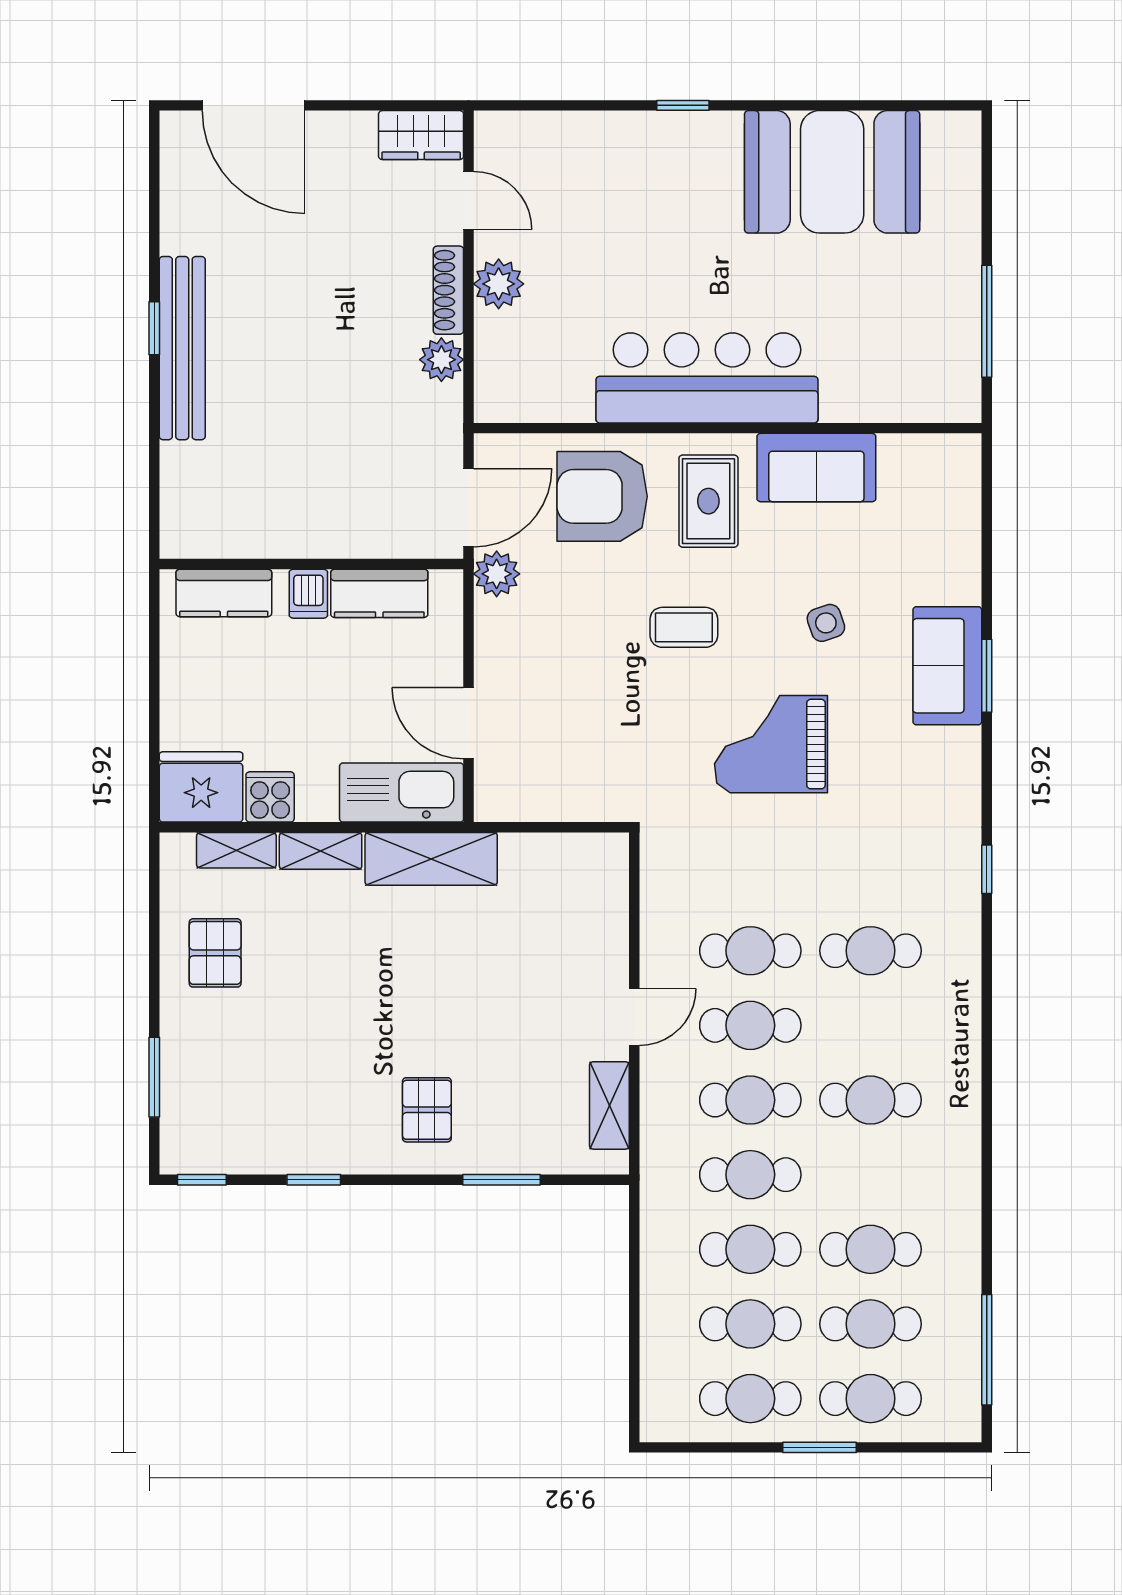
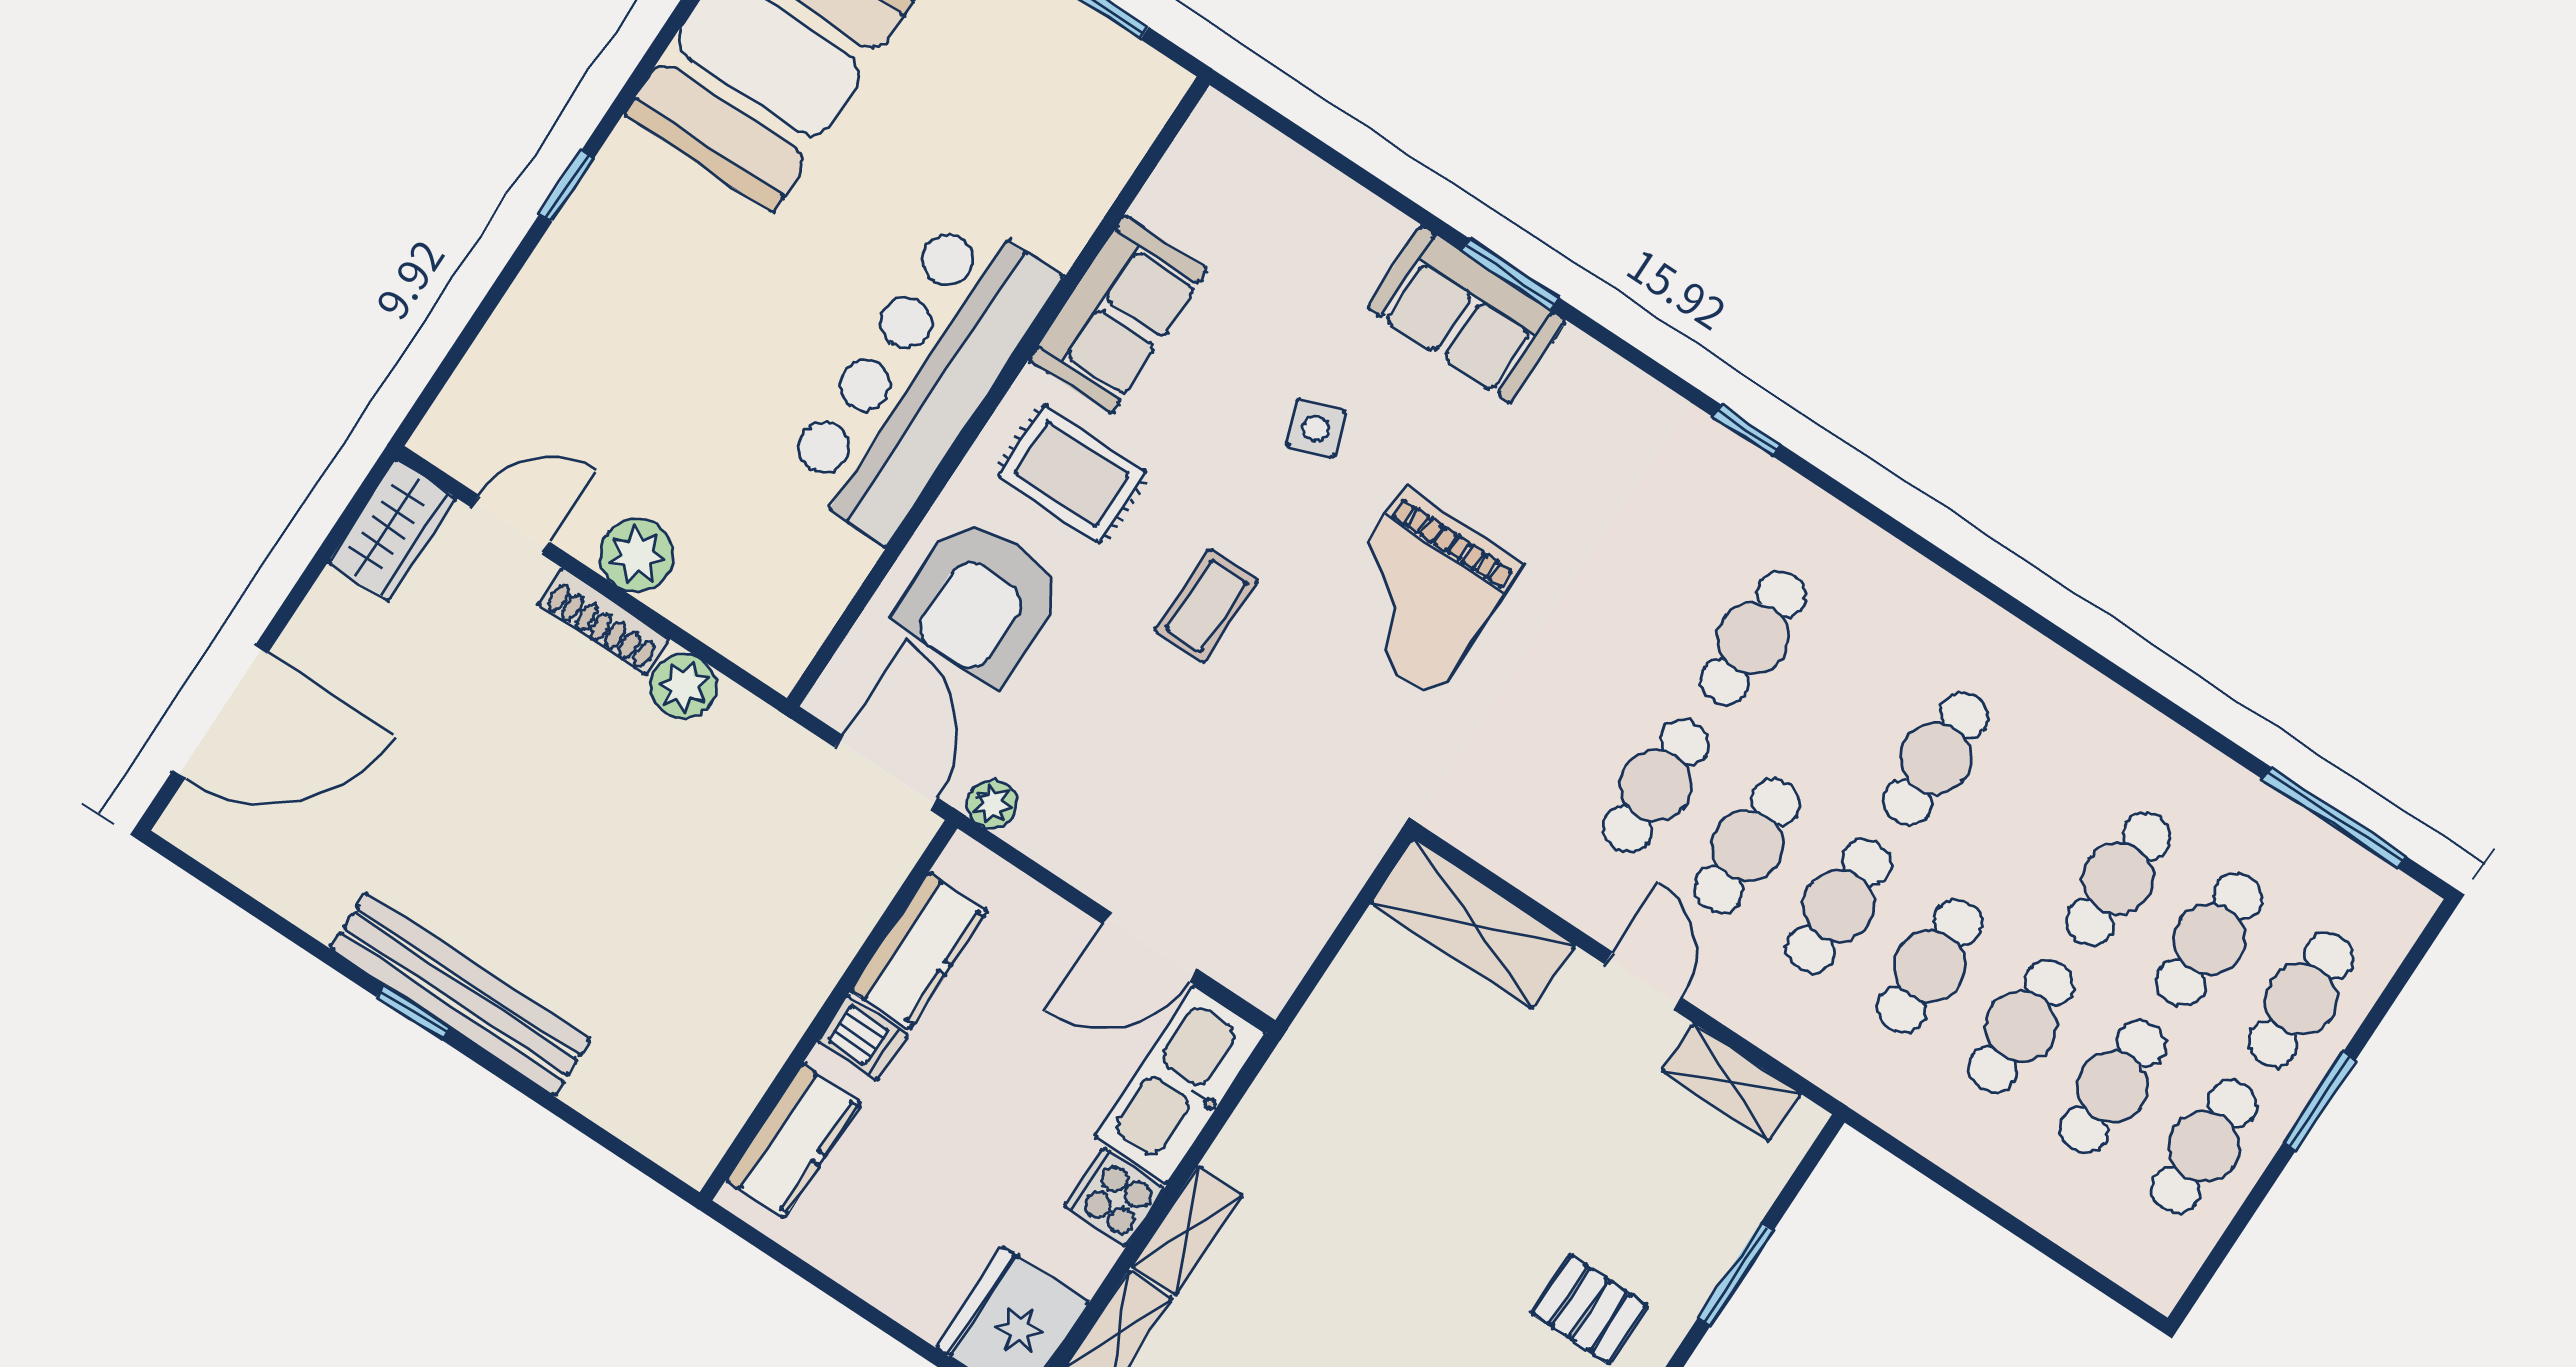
plant: (497, 574) -> (993, 804), width x0.73, depth x0.73
cooker: (270, 797) -> (1114, 1197), moved
shelving: (431, 859) -> (1473, 924), moved, turned 90

